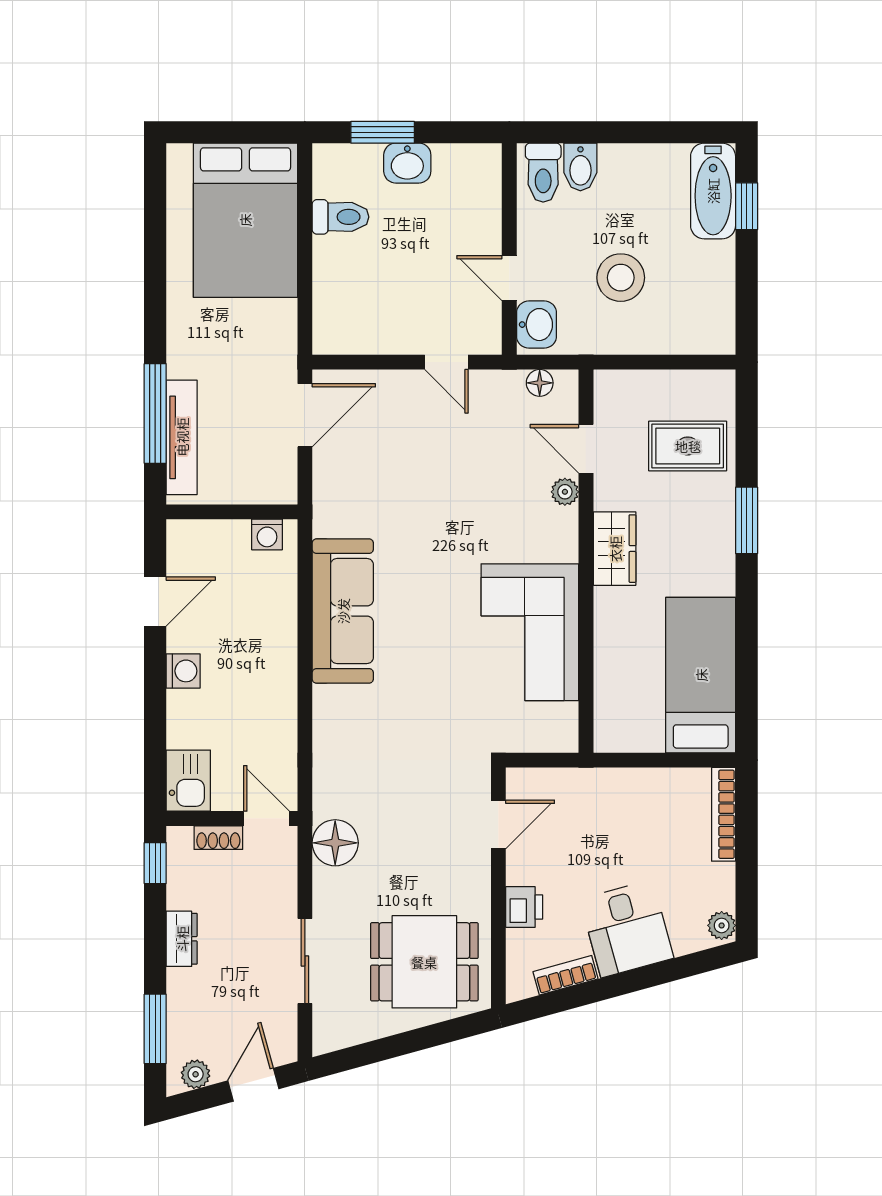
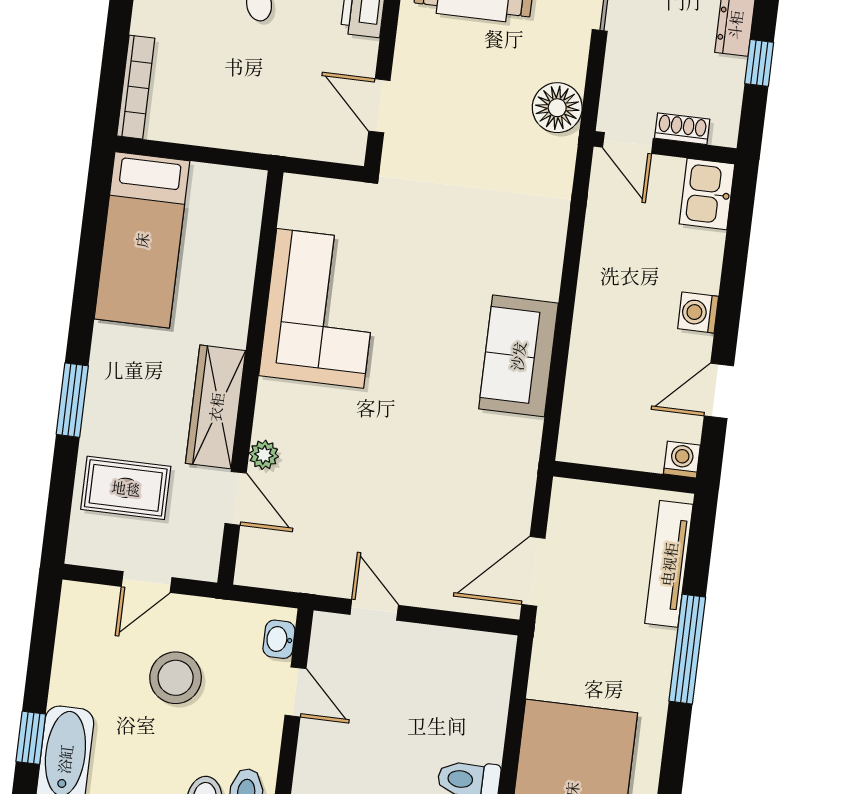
washbasin: (536, 325) -> (279, 639), width x0.72, depth x0.69
door: (658, 362) -> (147, 582), added
floor lamp: (540, 383) -> (277, 575), removed
window: (155, 414) -> (687, 649), moved
washing machine: (267, 534) -> (682, 460), moved
wardrobe: (615, 549) -> (216, 407), width x1.50
sofa: (343, 611) -> (518, 356), width x0.73
door: (498, 825) -> (379, 106), hinge flipped
window: (155, 863) -> (759, 63), moved

